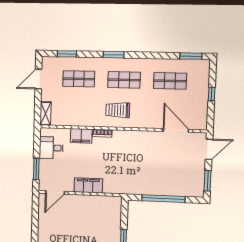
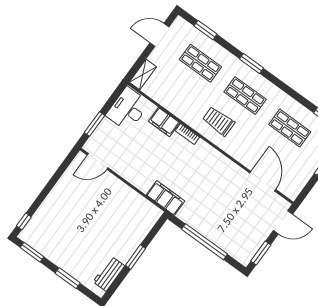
desk: (51, 148) -> (128, 109), width x1.37
filing cabinet: (88, 185) -> (166, 198), moved

